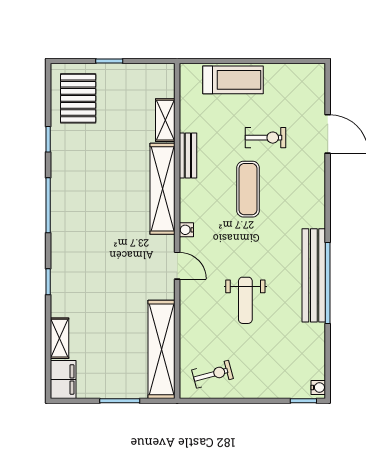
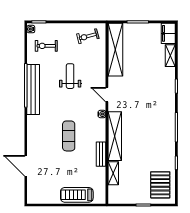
exercise bike: (265, 138) -> (46, 46), moved

